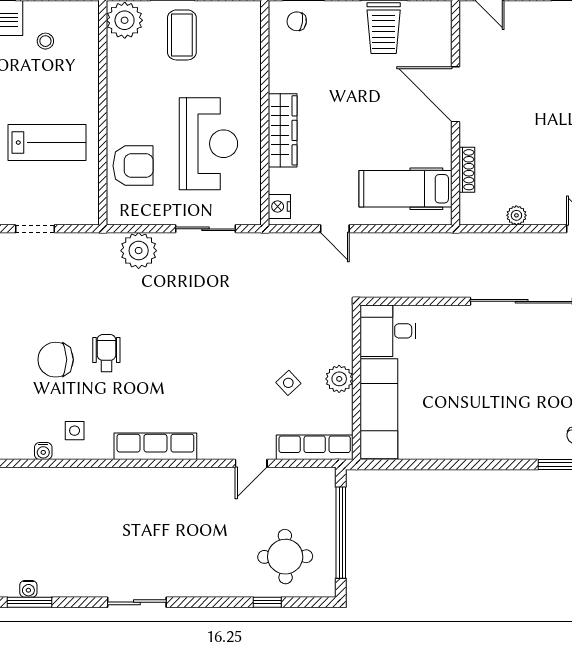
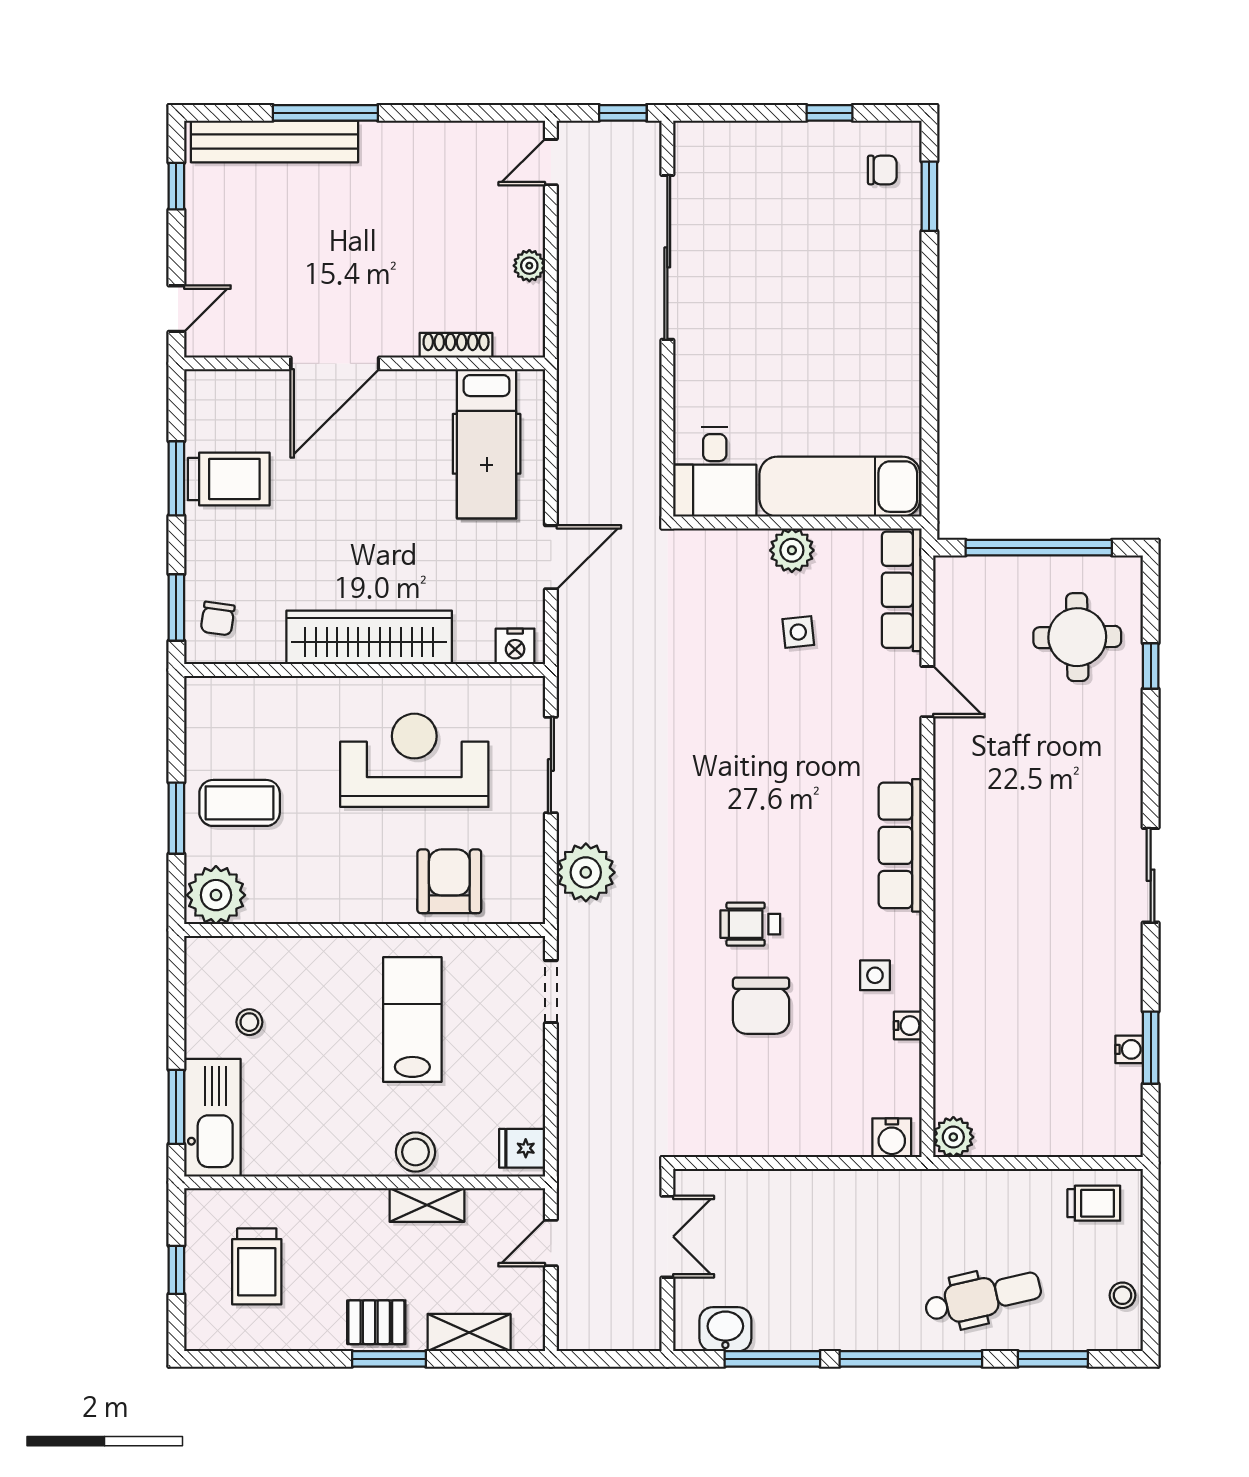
wardrobe: (283, 130) -> (369, 637), width x1.40, depth x1.17
doorway: (35, 229) -> (551, 992), moved
door: (335, 229) -> (551, 557), width x1.38
side table: (288, 383) -> (798, 632), turned 37

